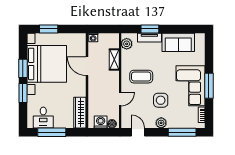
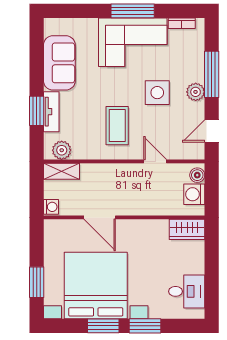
shelving: (114, 59) -> (61, 171), moved
door: (87, 66) -> (100, 217), hinge flipped
wardrobe: (80, 113) -> (187, 229), width x0.67
window: (52, 132) -> (212, 277), removed
window: (182, 132) -> (212, 74), moved

